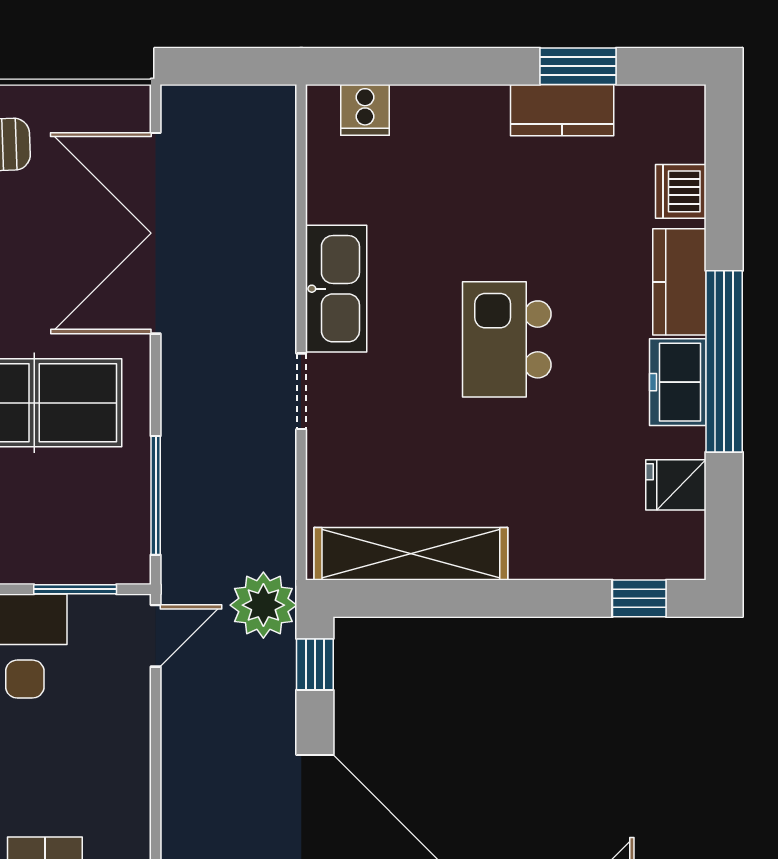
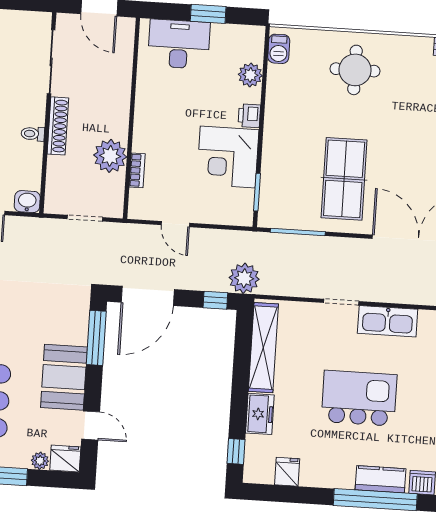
kitchen island: (507, 339) -> (359, 398), width x1.37, depth x1.28
window: (724, 361) -> (375, 500), moved
freezer: (678, 382) -> (260, 414), moved, turned 90
door: (156, 636) -> (175, 224), moved

